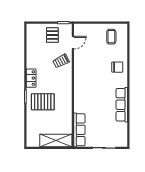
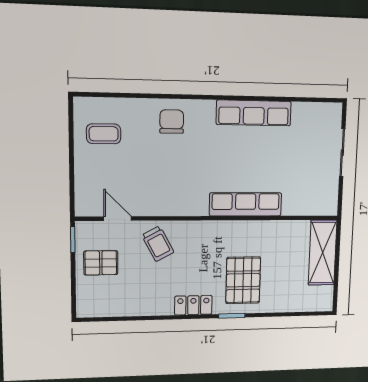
row of seats: (79, 130) -> (246, 204), moved

